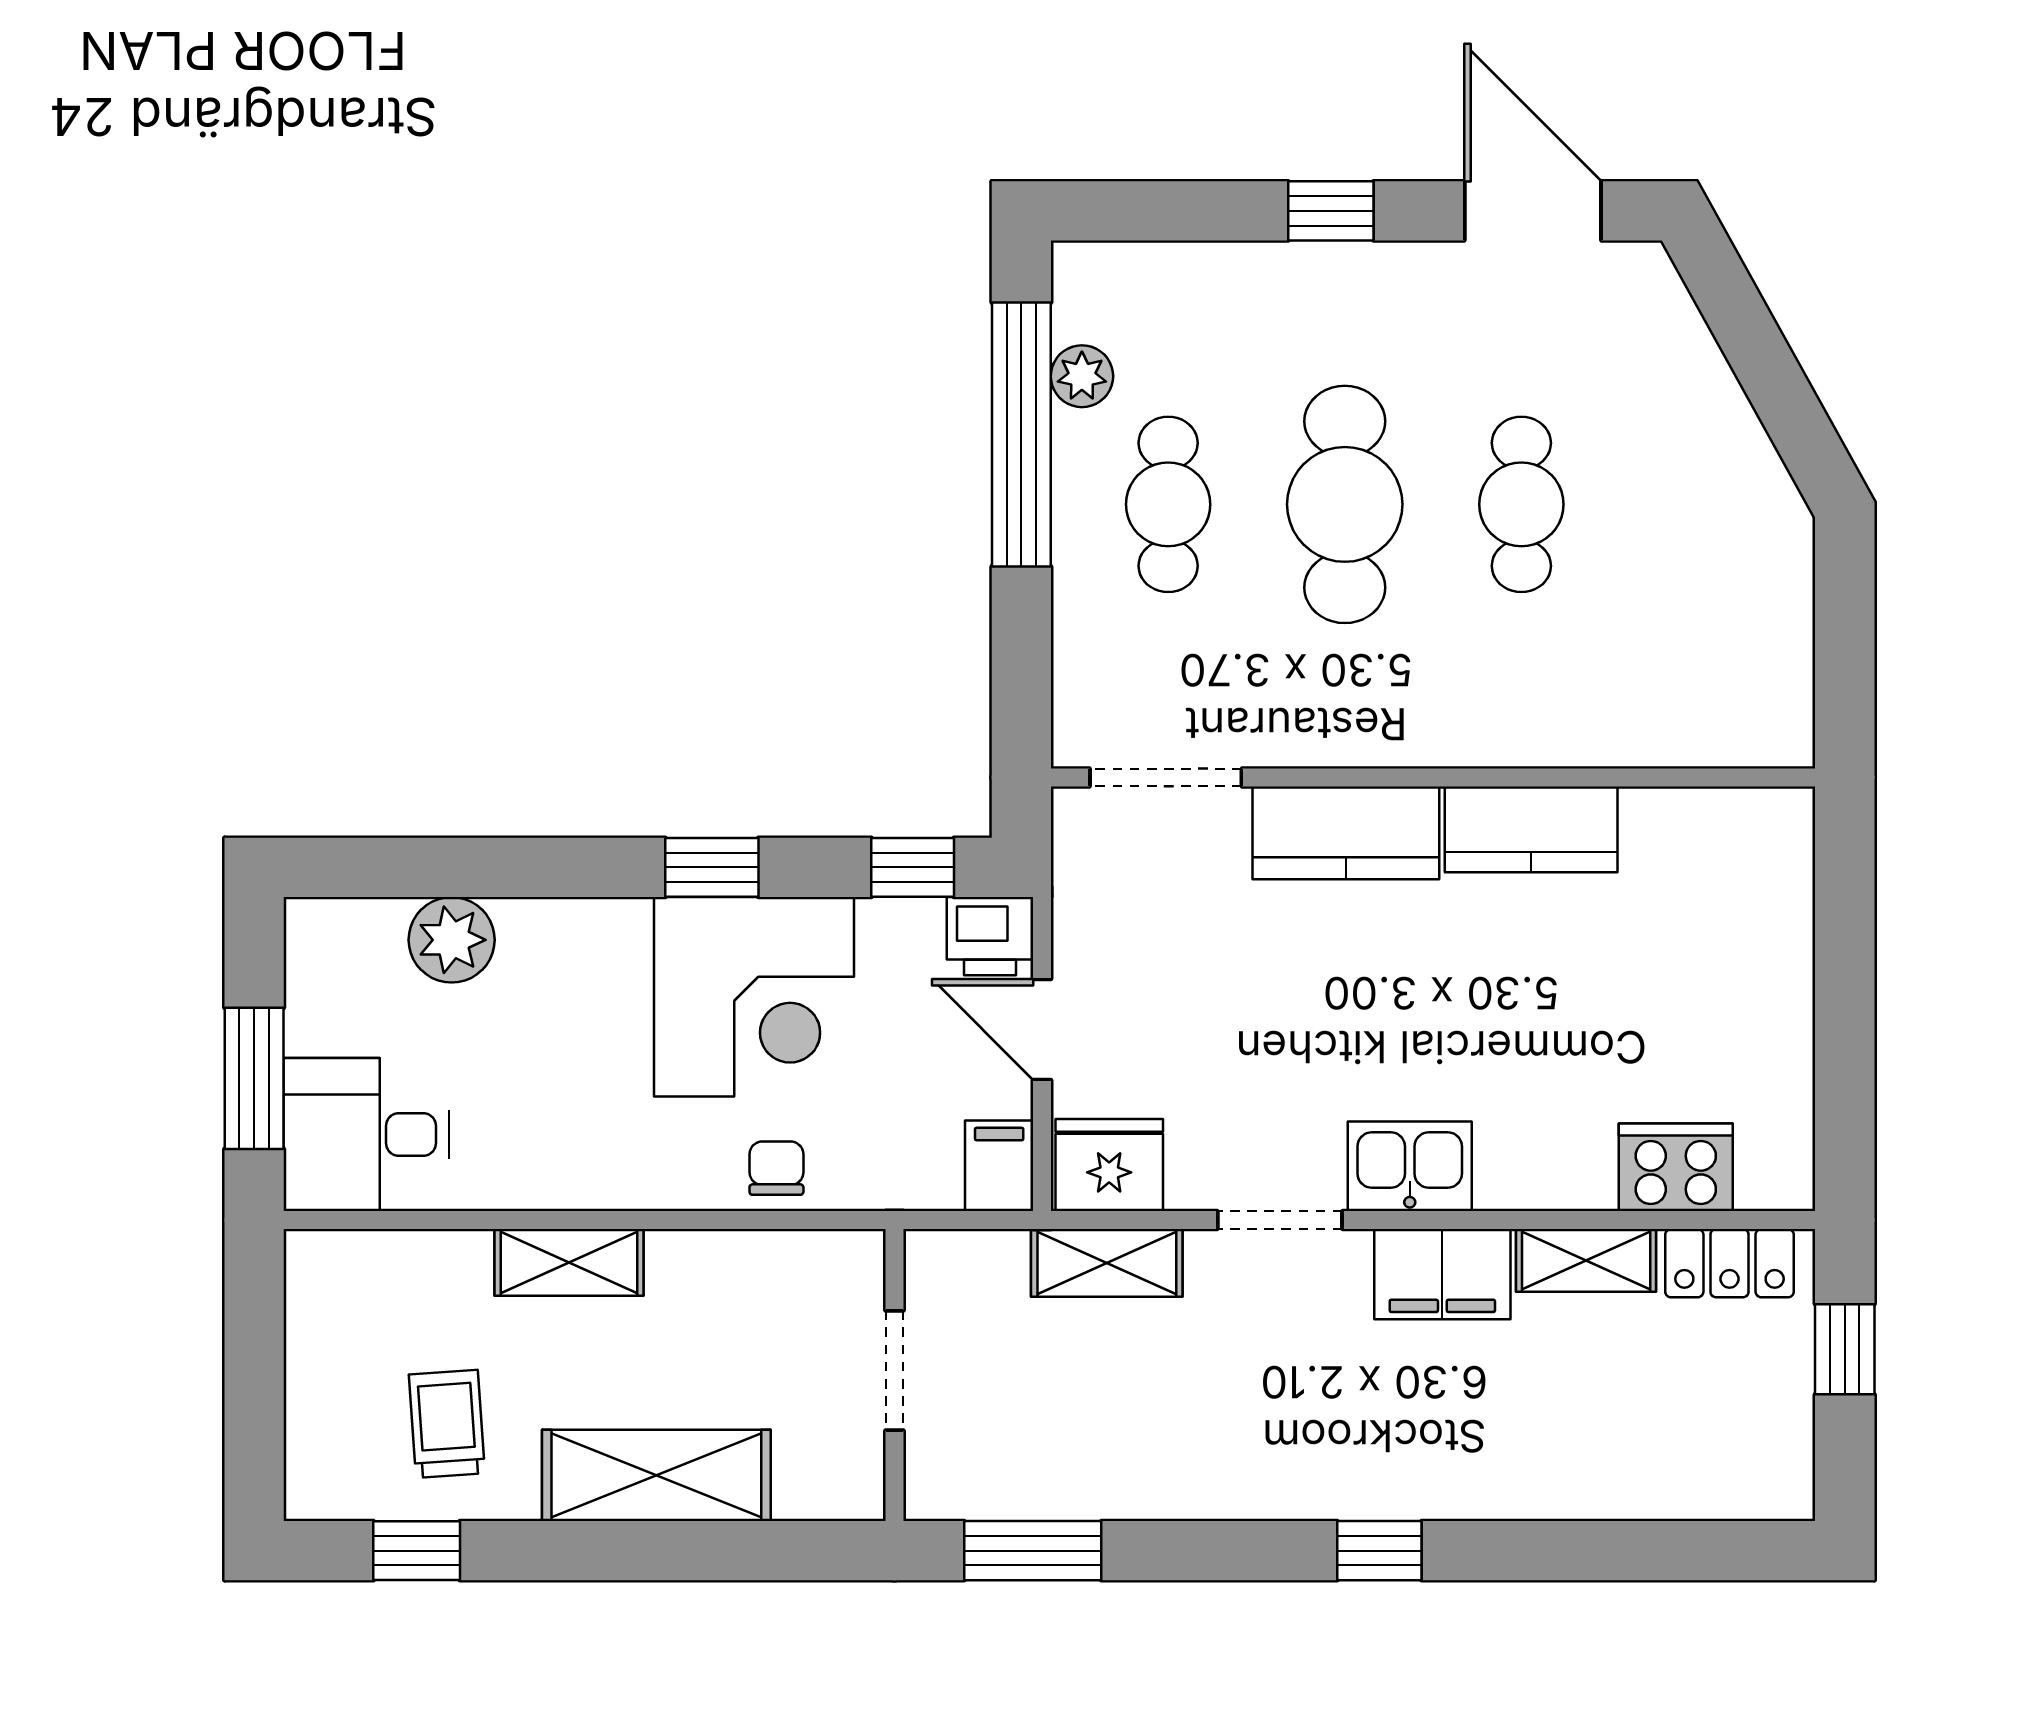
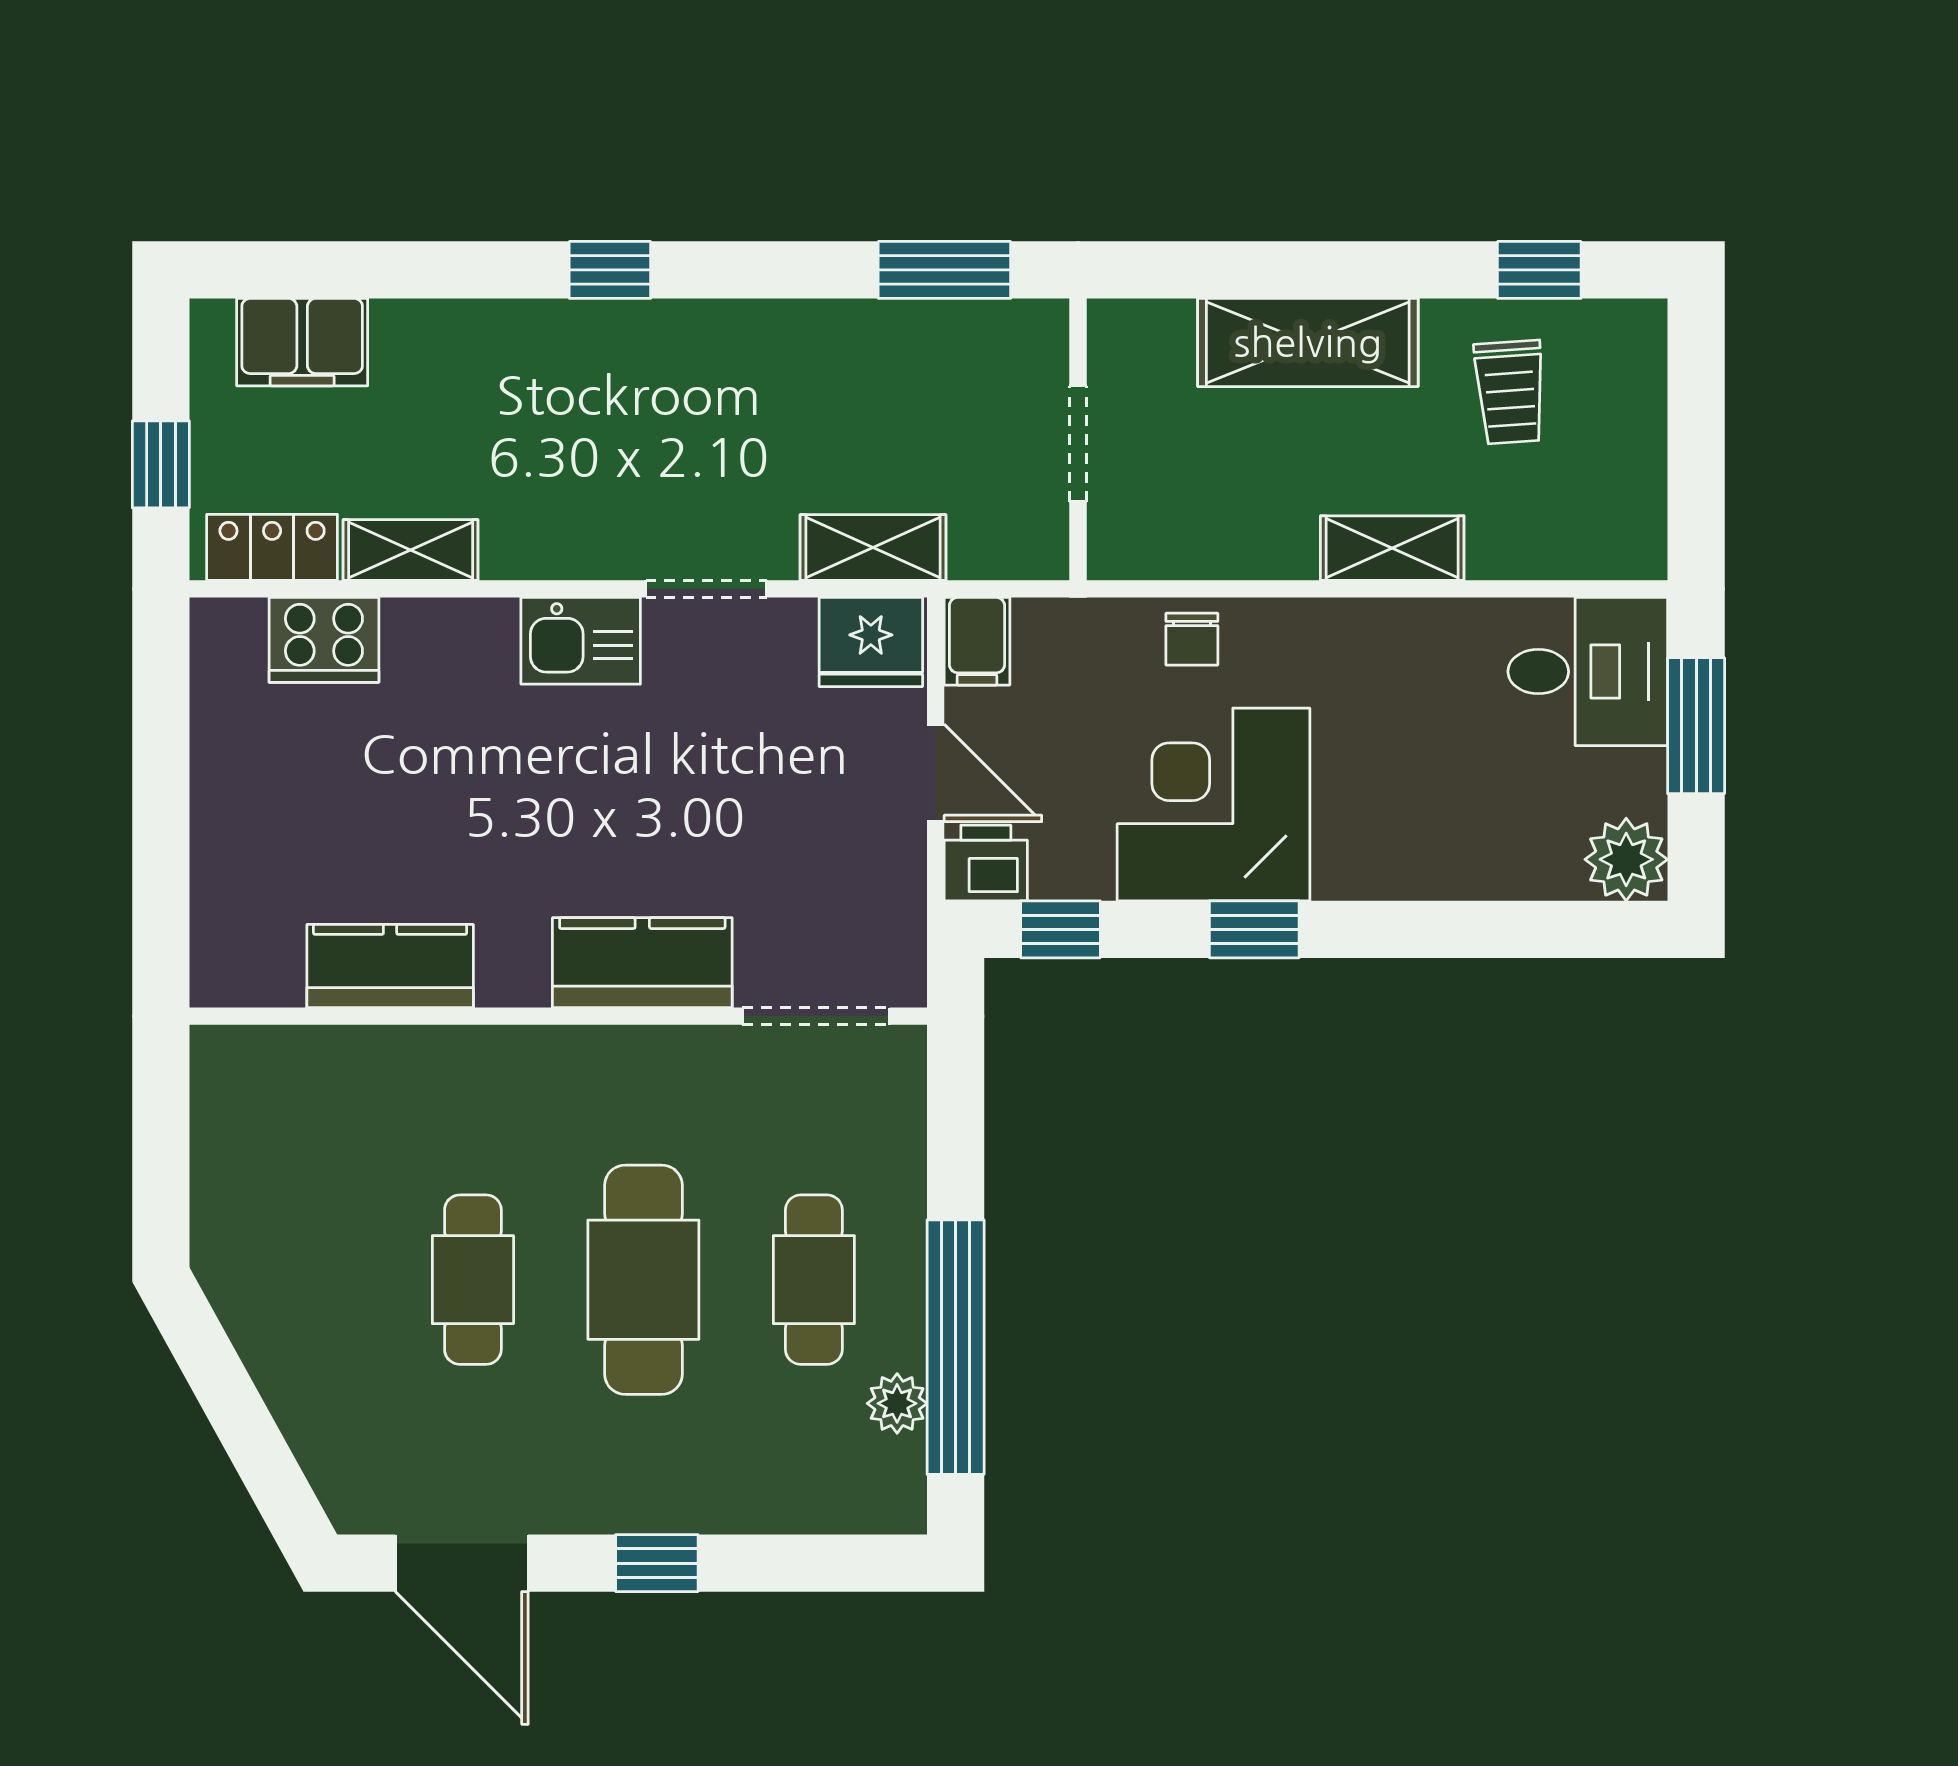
kitchen counter: (1531, 829) -> (390, 966), moved
plant: (452, 940) -> (1626, 859), moved
filing cabinet: (1442, 1274) -> (302, 342), moved, turned 180

